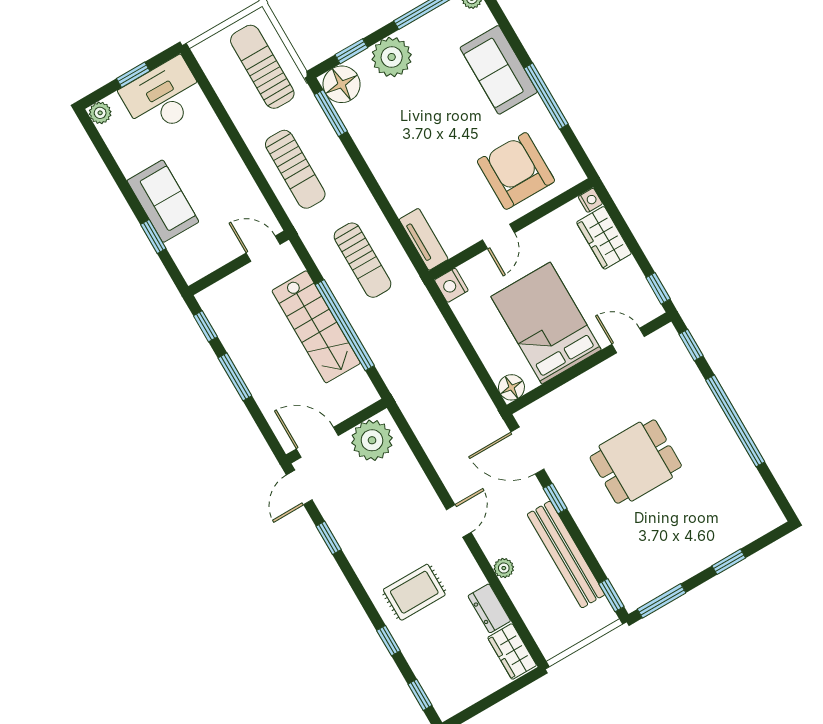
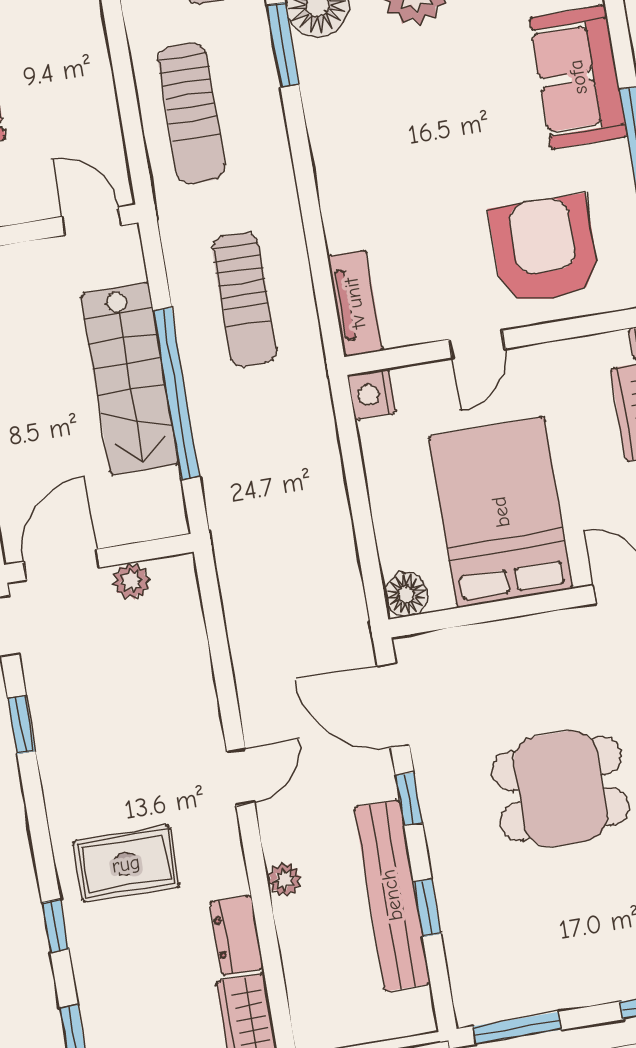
plant: (372, 440) -> (131, 581), width x0.53, depth x0.53
door: (317, 442) -> (62, 565), hinge flipped
window: (611, 595) -> (427, 908), moved

